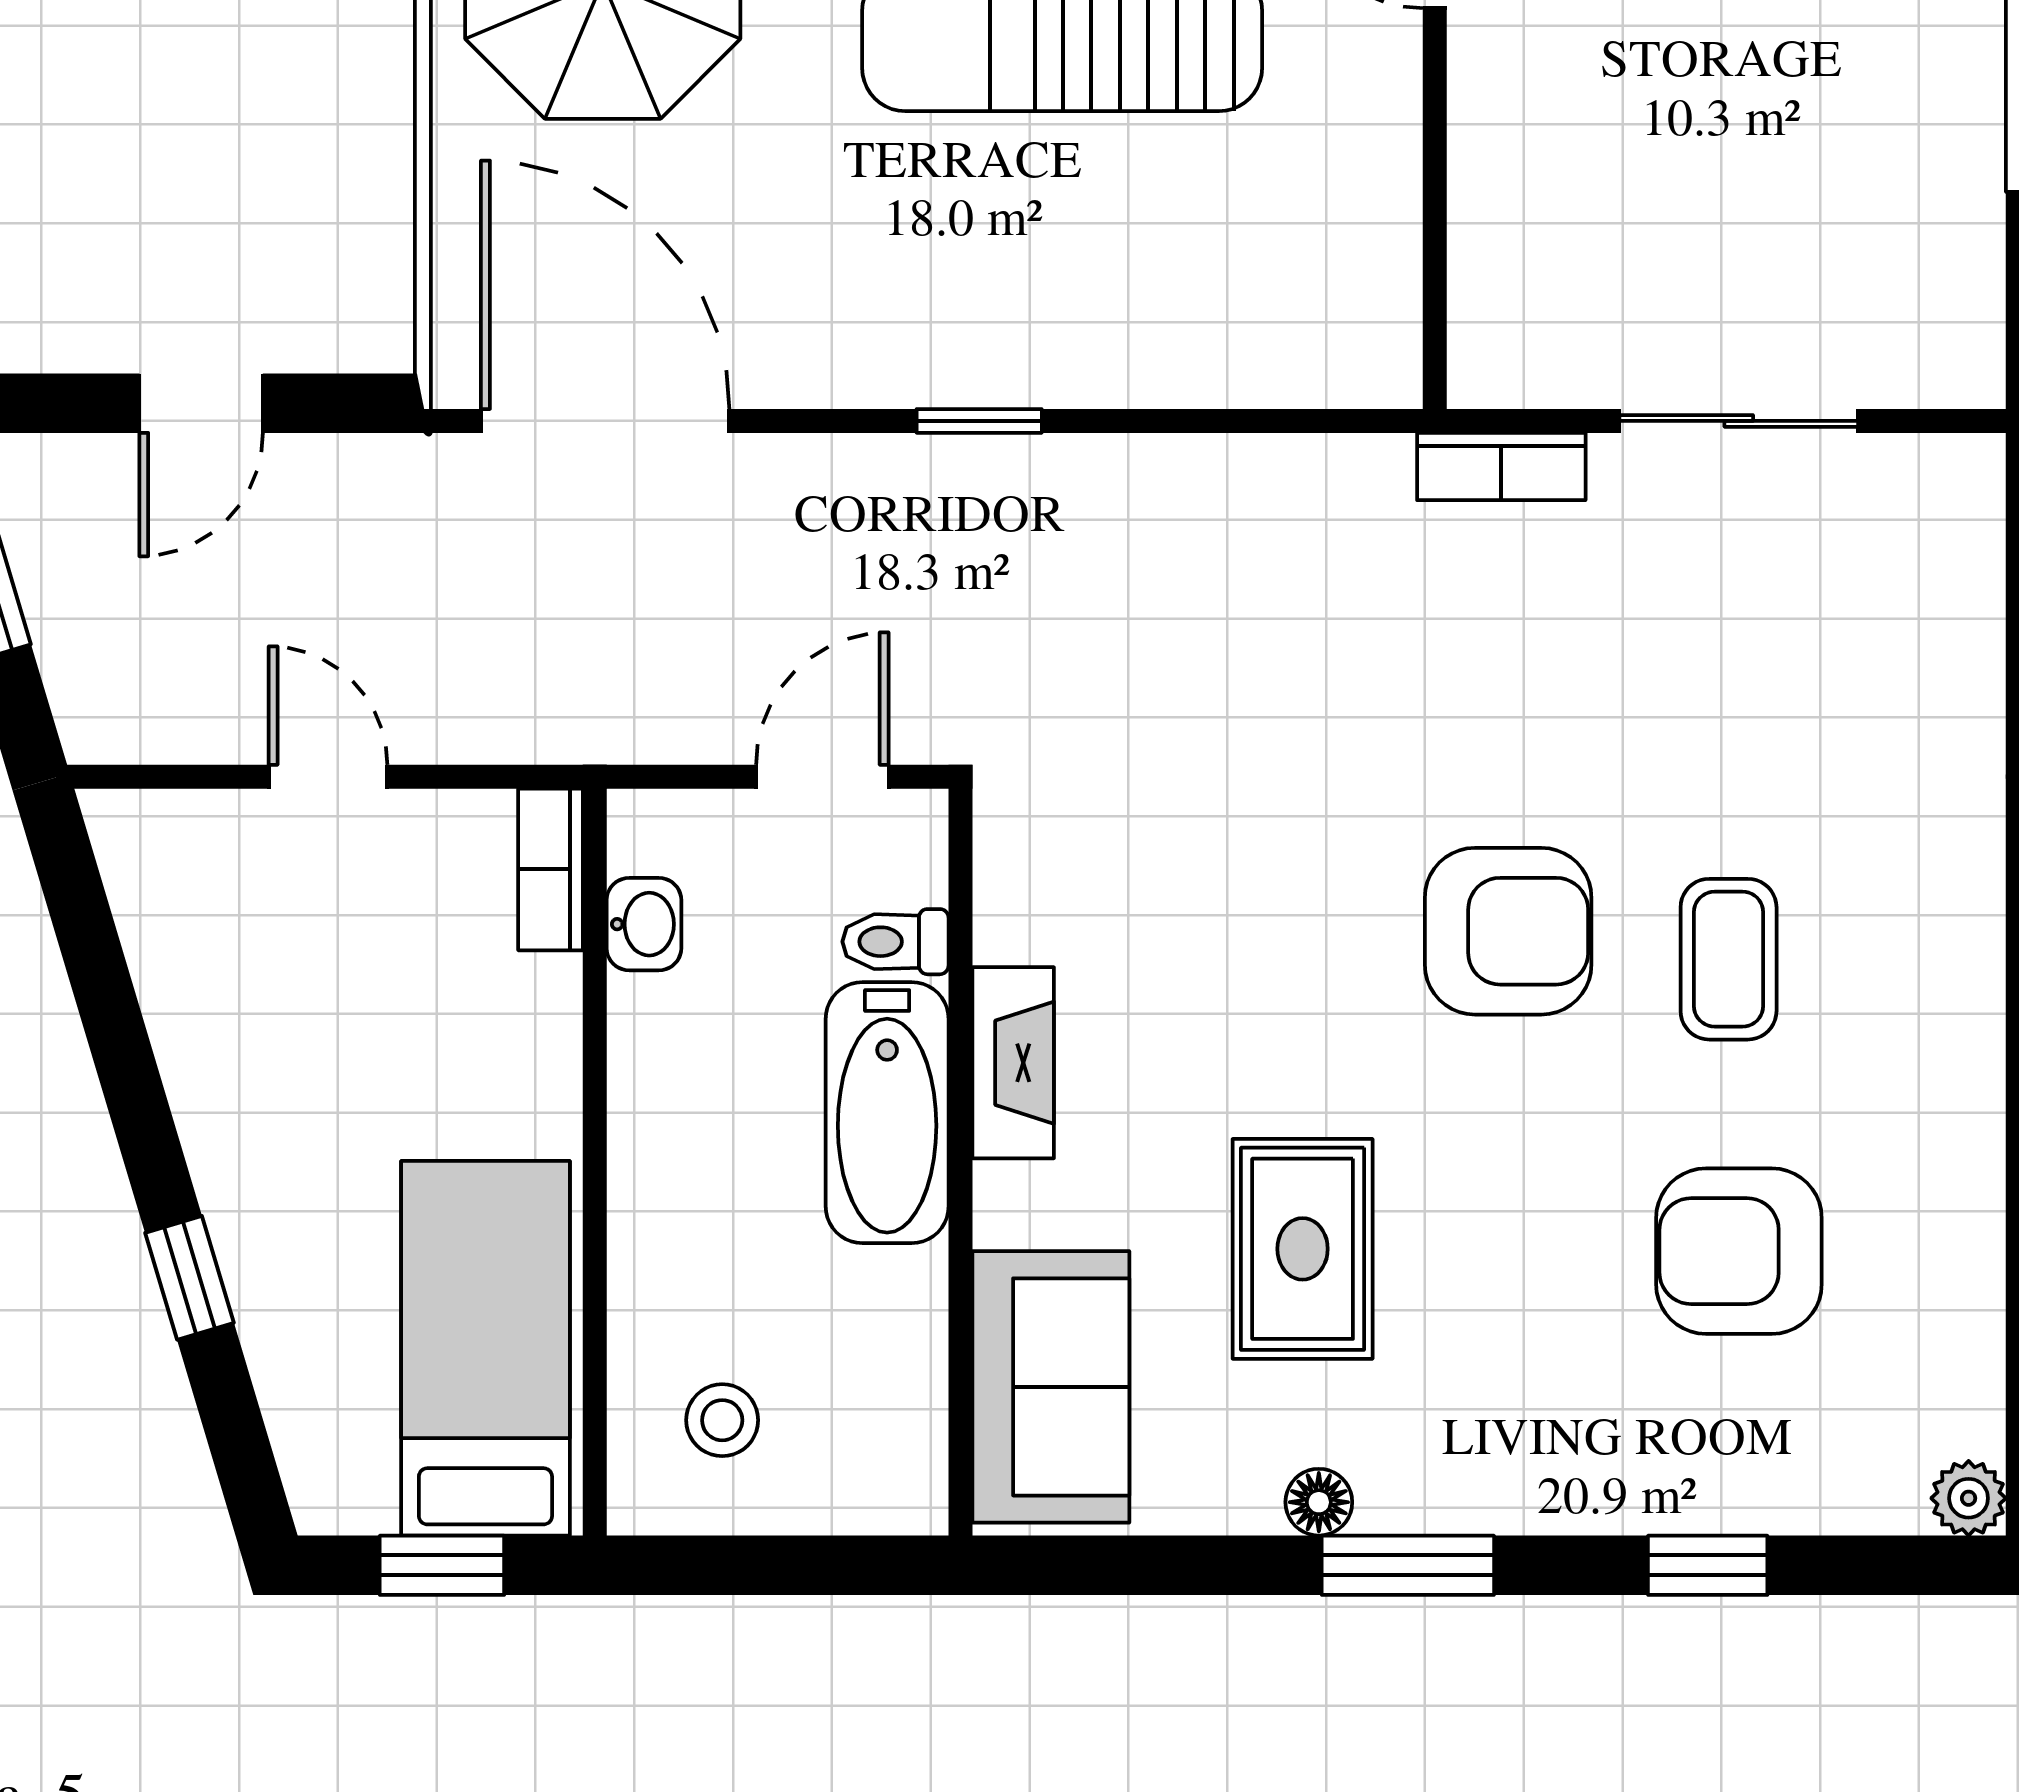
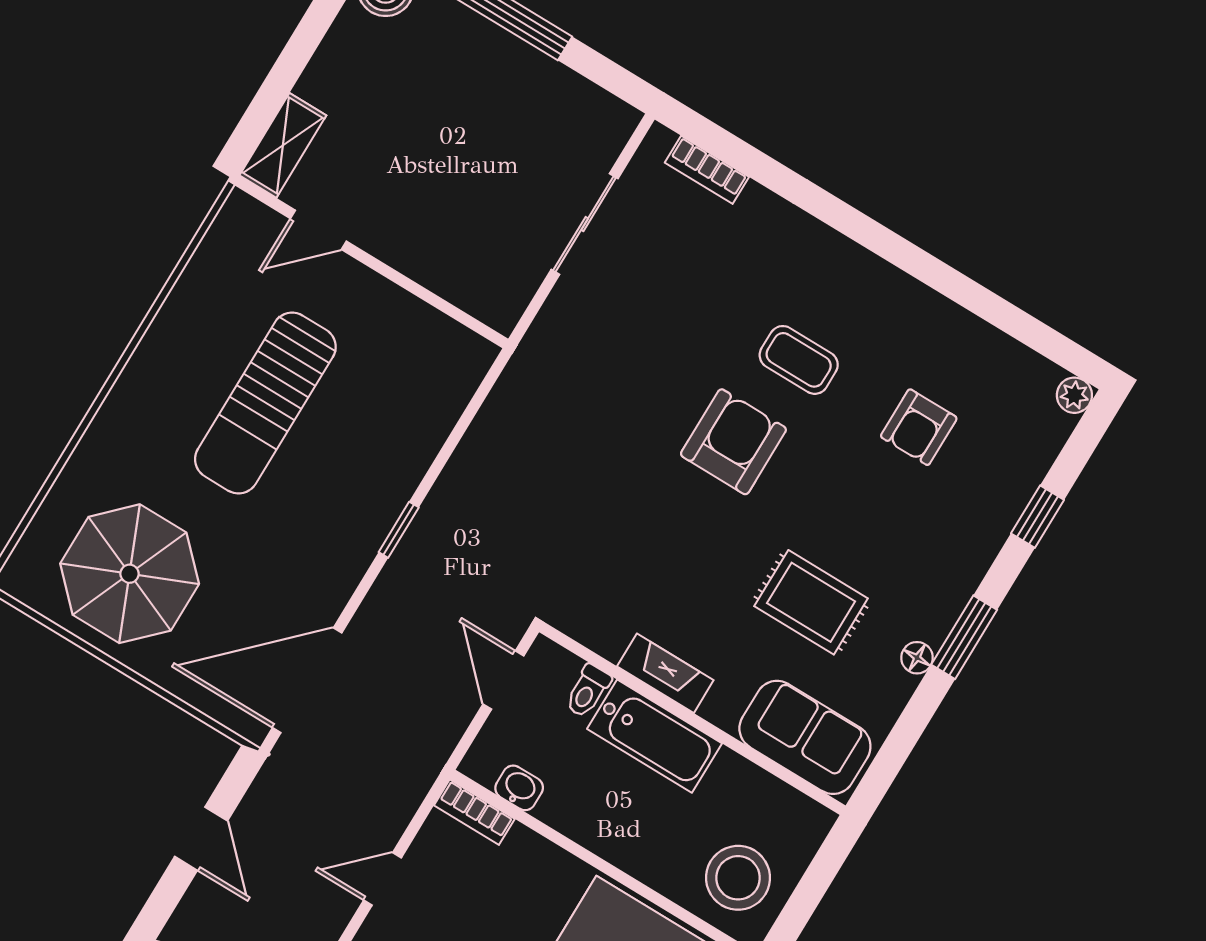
bookcase: (1501, 467) -> (707, 170), moved, turned 90
armchair: (1739, 1251) -> (919, 427), width x0.72, depth x0.72
stool: (722, 1420) -> (738, 878), width x1.89, depth x1.89

